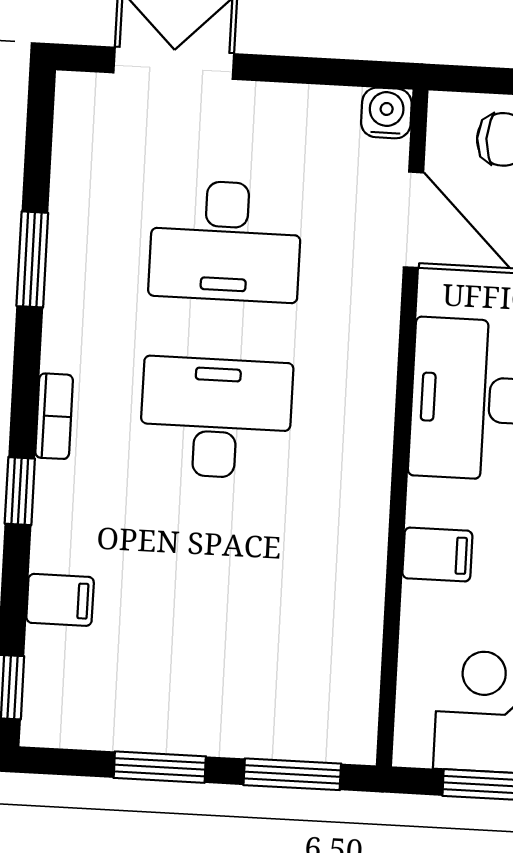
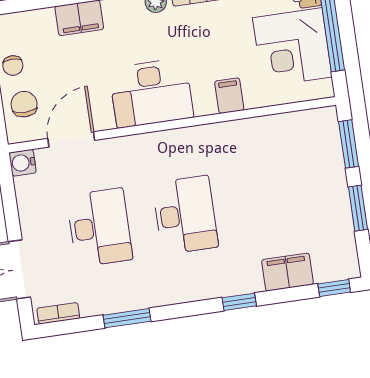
bookcase: (54, 416) -> (58, 313), moved
desk: (216, 418) -> (185, 215), turned 180
filing cabinet: (60, 600) -> (287, 272), width x2.00

